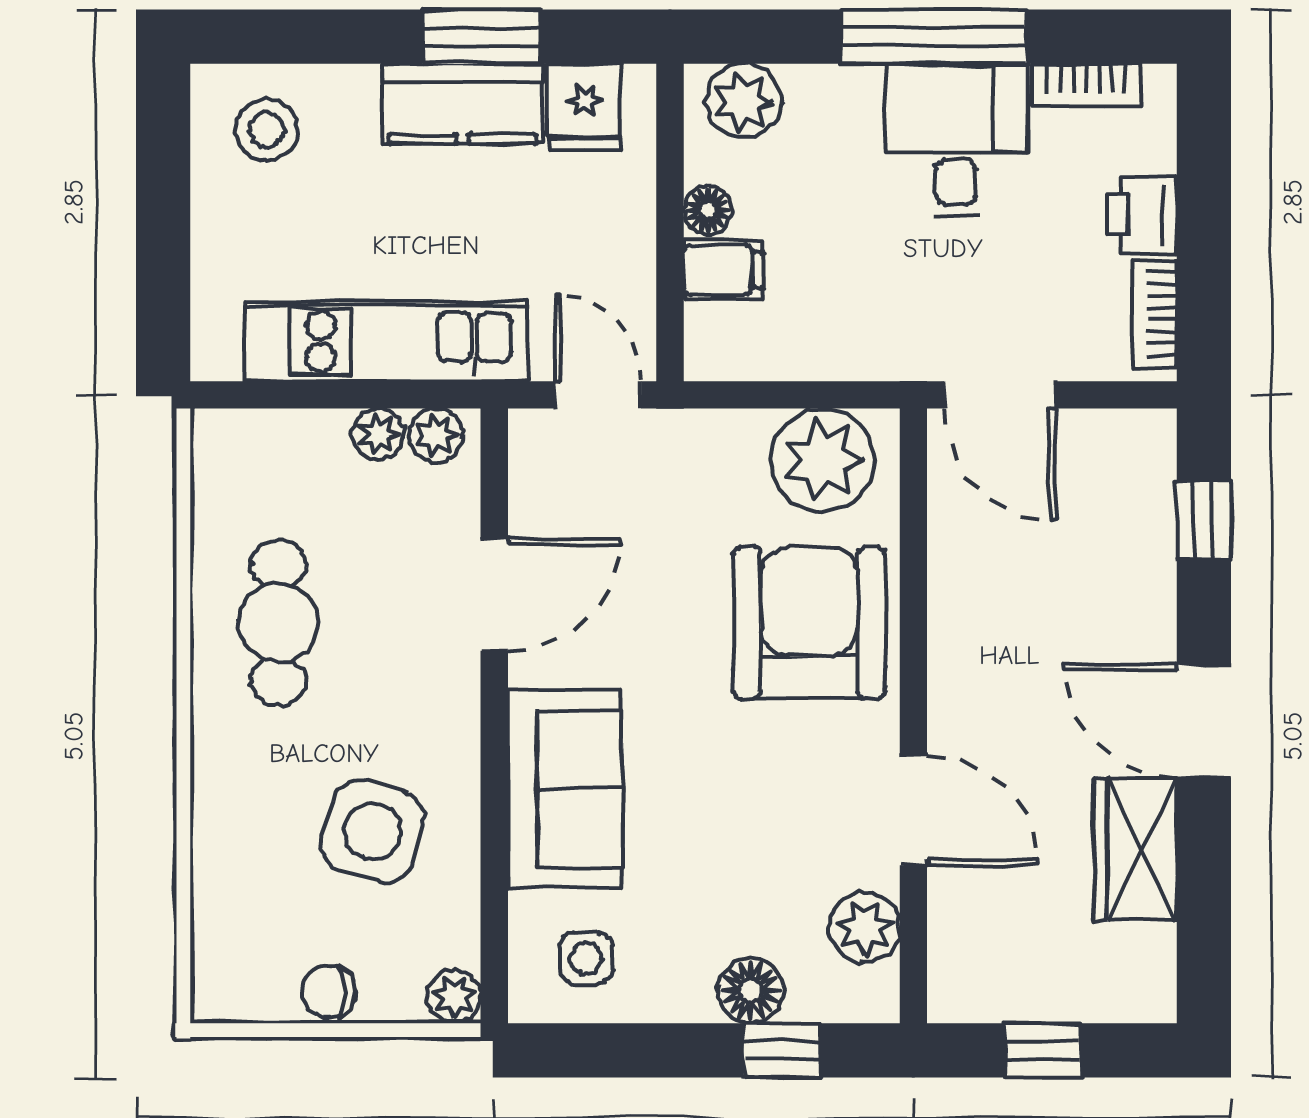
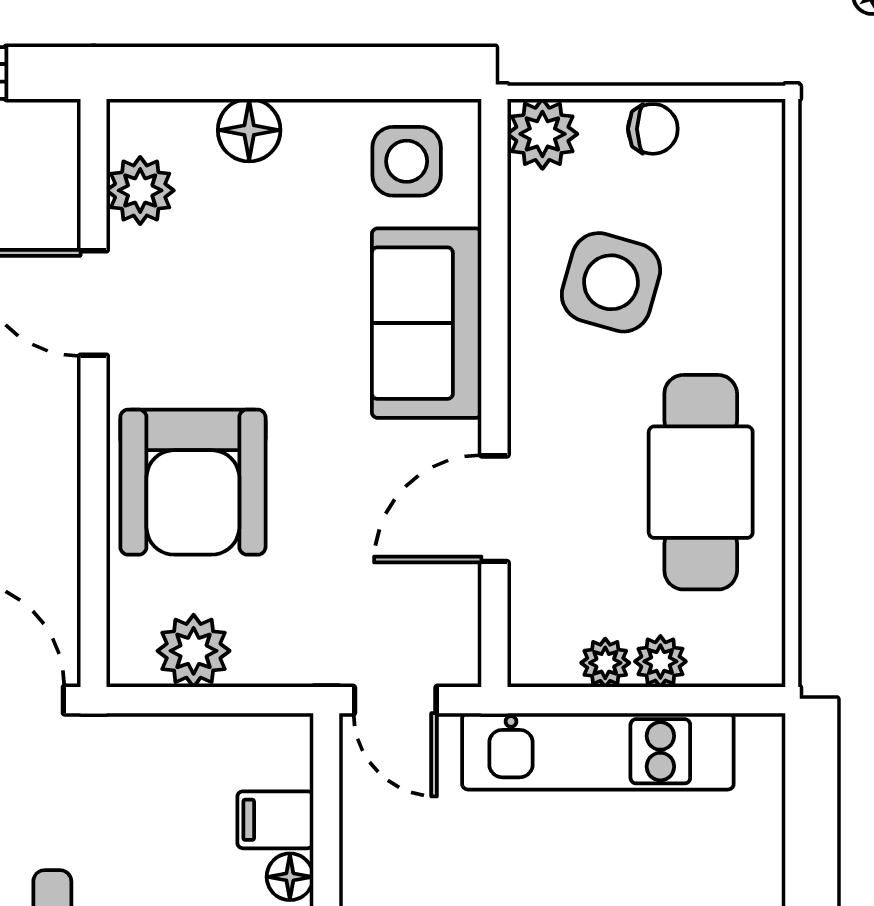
plant: (436, 435) -> (660, 661), moved
plant: (822, 460) -> (194, 651), width x0.73, depth x0.73
cafe table: (279, 623) -> (701, 482), width x1.37, depth x1.35
side table: (586, 958) -> (407, 161), width x1.37, depth x1.37
plant: (454, 997) -> (542, 134), width x1.38, depth x1.38
window: (782, 1050) -> (219, 73), removed

